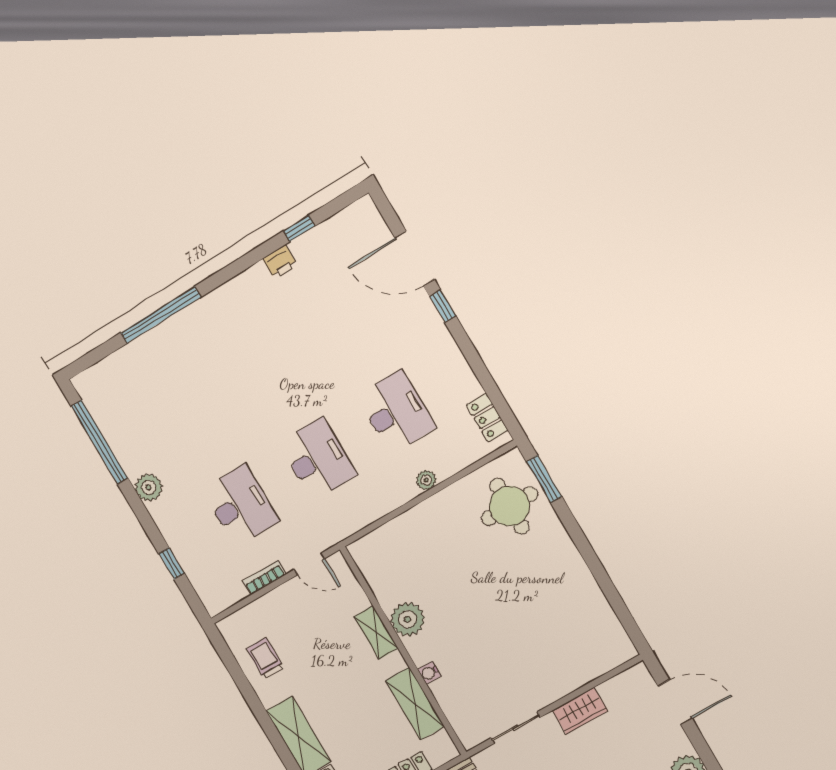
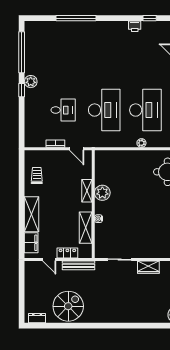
desk: (396, 412) -> (145, 110), width x1.36, depth x1.30
desk: (318, 459) -> (104, 110), width x1.36, depth x1.30
desk: (241, 505) -> (63, 110), width x0.73
window: (171, 563) -> (22, 90), moved

